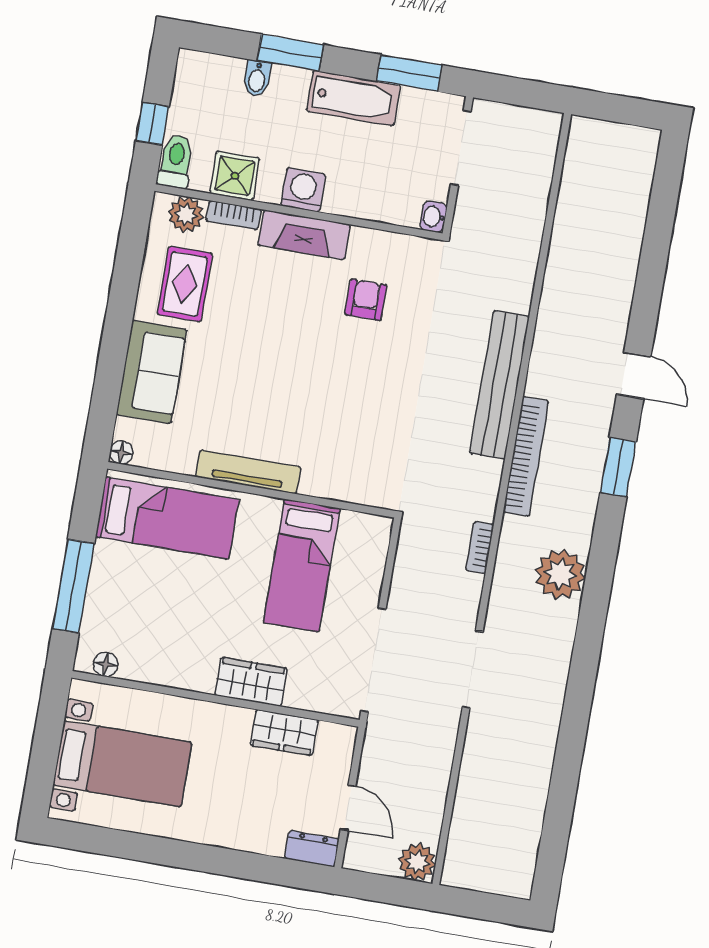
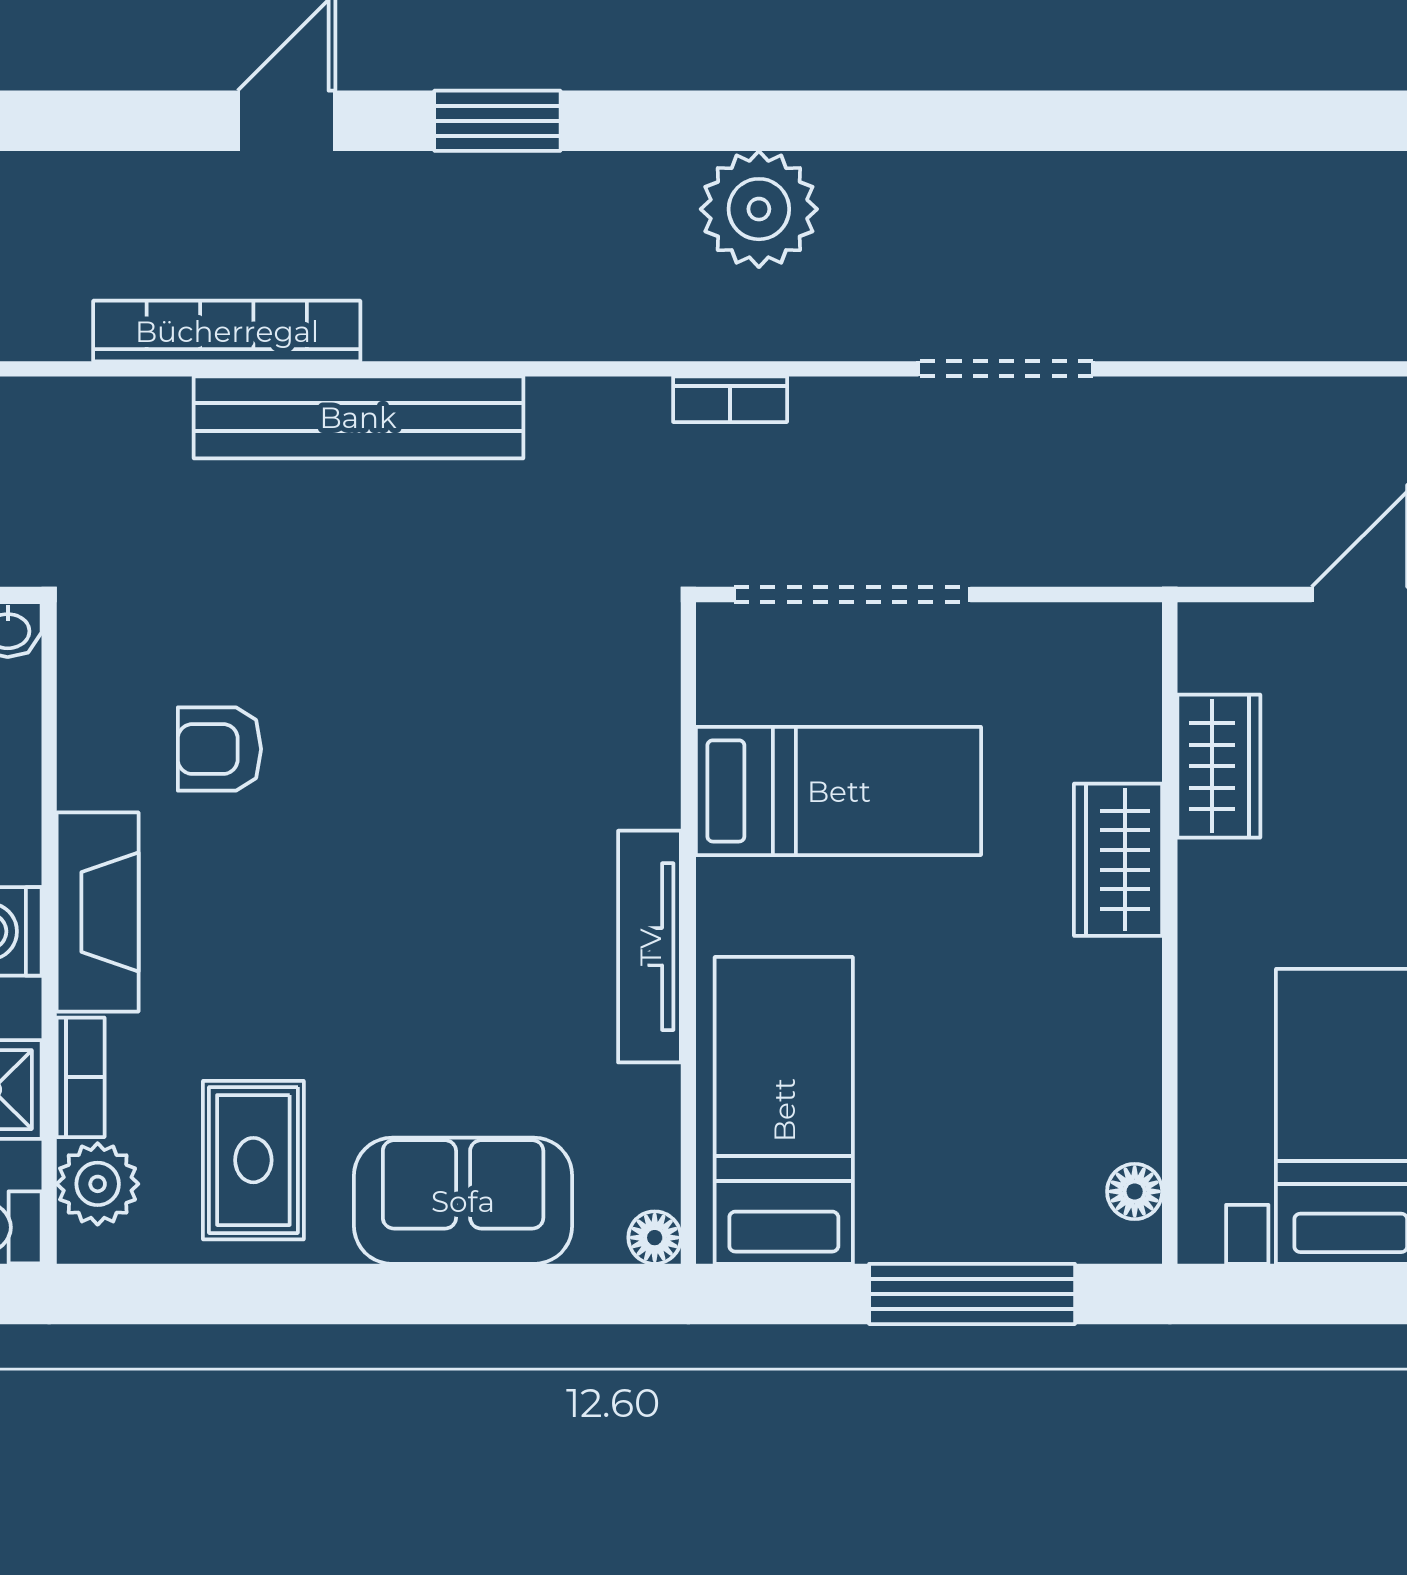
rug: (185, 284) -> (253, 1160), turned 90
bookcase: (526, 456) -> (227, 331), moved
doorway: (373, 660) -> (852, 595), moved

